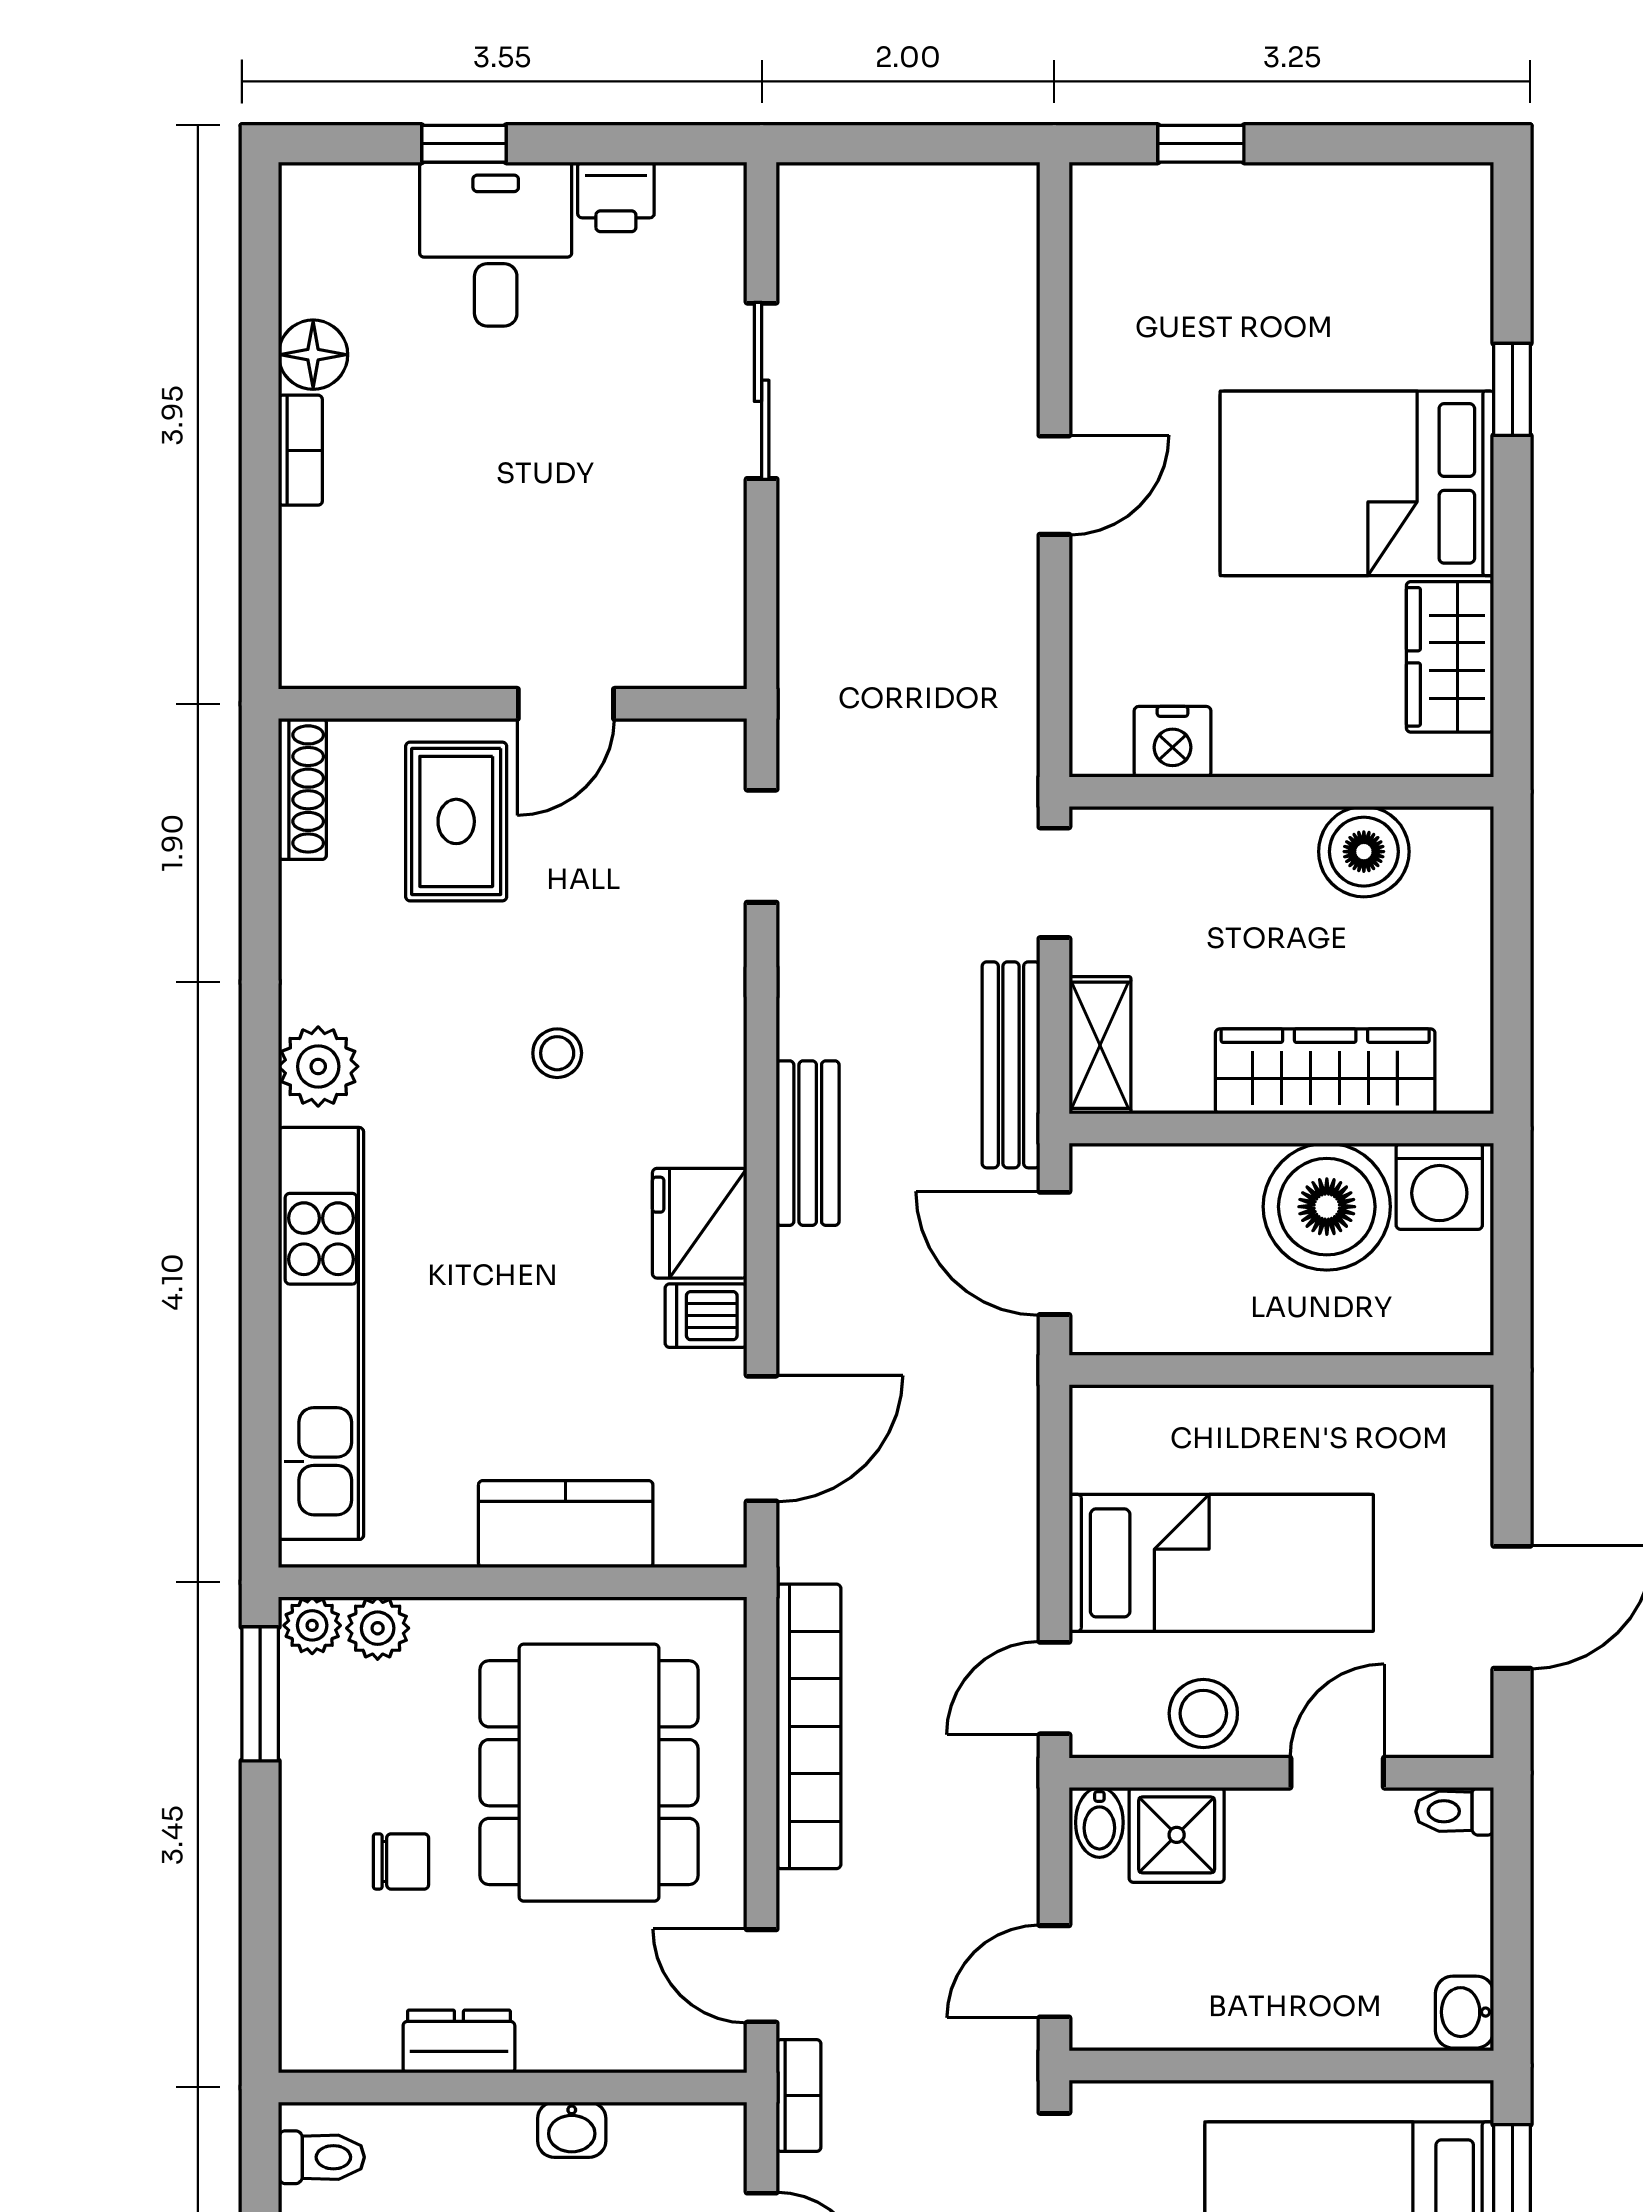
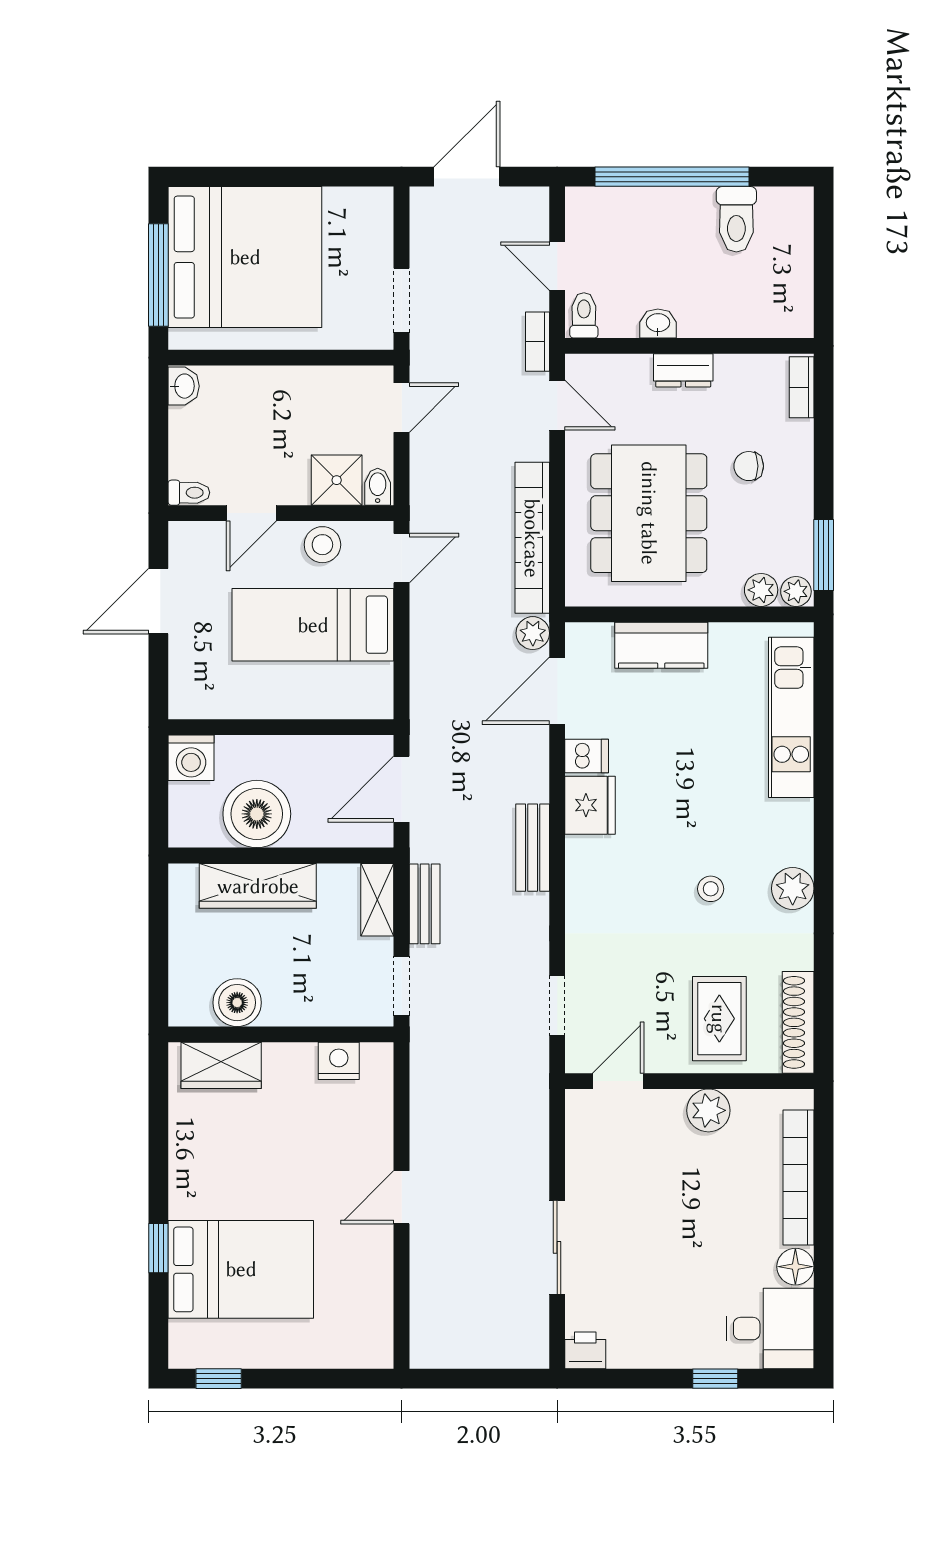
window: (1201, 144) -> (219, 1379), moved
printer: (616, 197) -> (585, 1350), moved
desk: (496, 244) -> (770, 1329), moved, turned -90
bookcase: (300, 450) -> (798, 1178), width x2.31, depth x1.31
bed: (1357, 483) -> (241, 1269), moved
plant: (477, 649) -> (708, 1110), added
wardrobe: (1450, 657) -> (221, 1065), moved, turned 90
door: (566, 704) -> (618, 1081), moved
shoe rack: (302, 789) -> (798, 1022), width x1.36, depth x1.24
stool: (557, 1053) -> (711, 889), moved
bench: (1011, 1065) -> (425, 904), width x0.73
washing machine: (1439, 1186) -> (191, 758), moved, turned 180
door: (1054, 1253) -> (402, 789), swing flipped
kitchen unit: (321, 1333) -> (791, 717), width x0.73
plant: (807, 1547) -> (533, 633), added
bookcase: (301, 2010) -> (802, 387), added
dresser: (459, 2041) -> (683, 370), moved
toilet: (321, 2157) -> (584, 315), moved, turned 90

